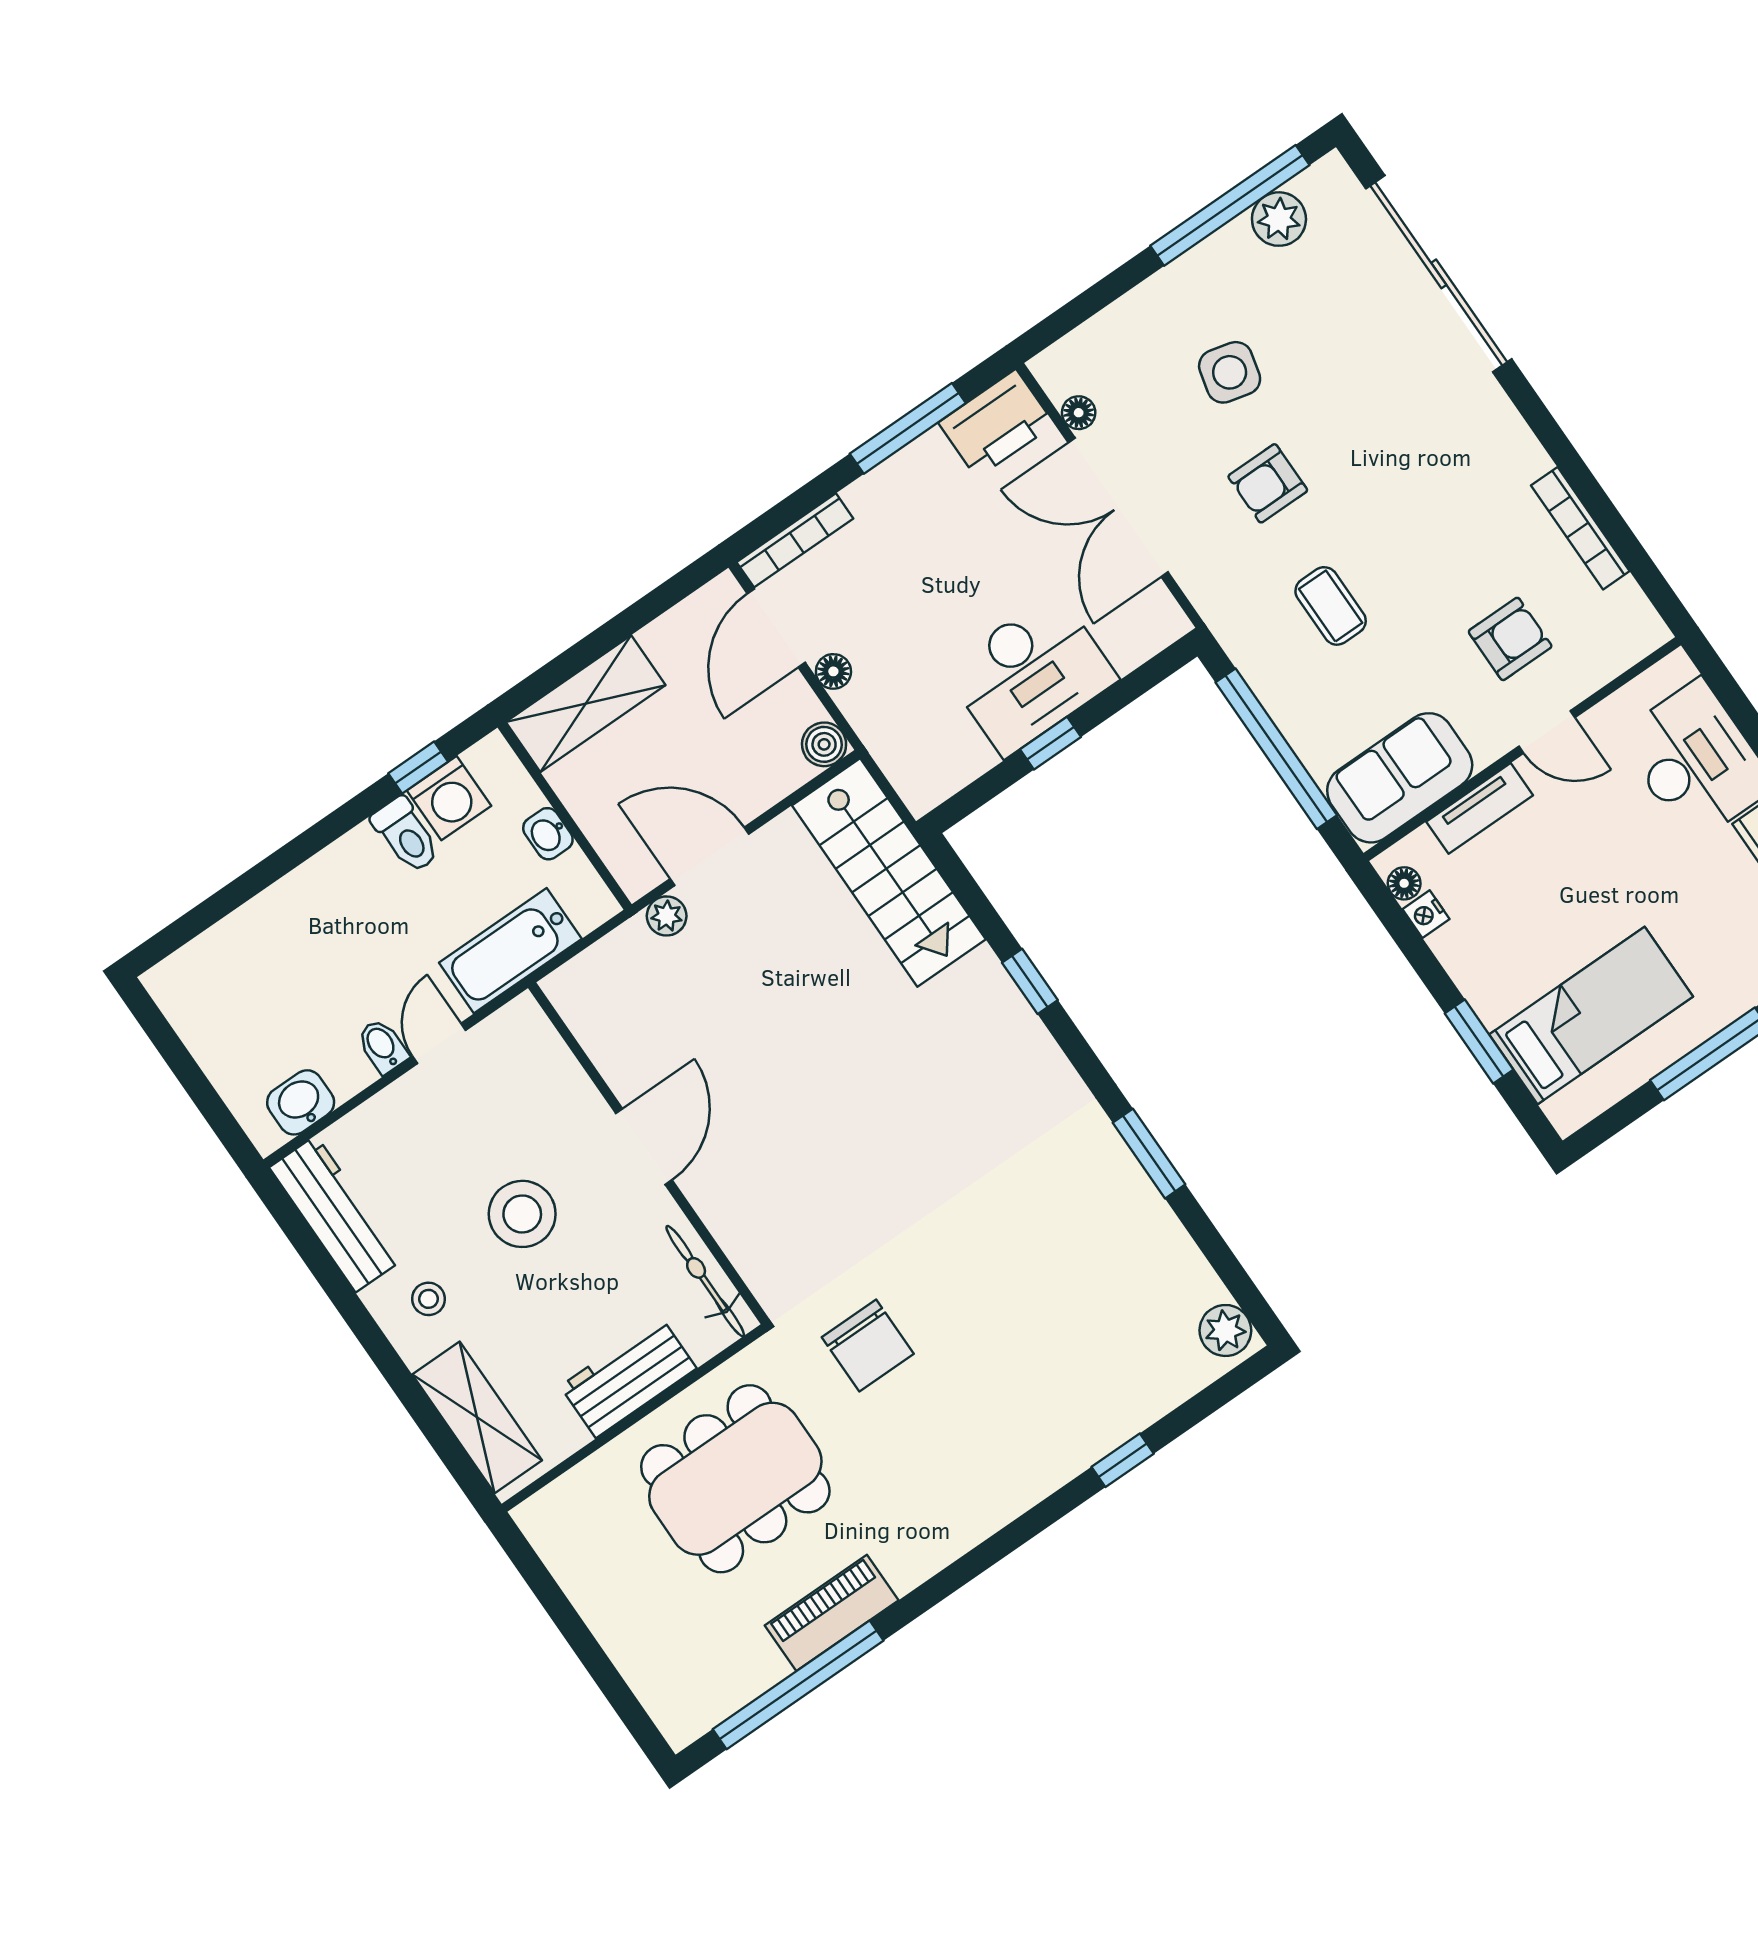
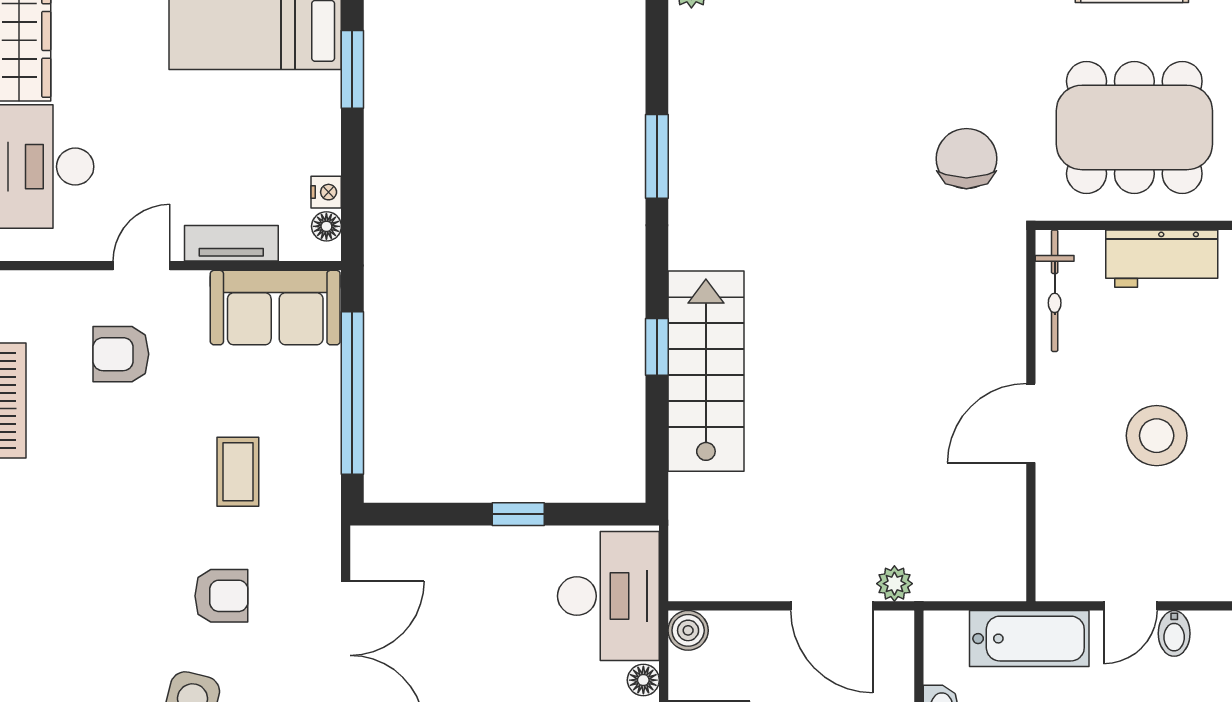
desk: (1030, 674) -> (608, 596), moved, turned 90
door: (1547, 732) -> (141, 266), hinge flipped
stairs: (889, 872) -> (706, 371), moved

